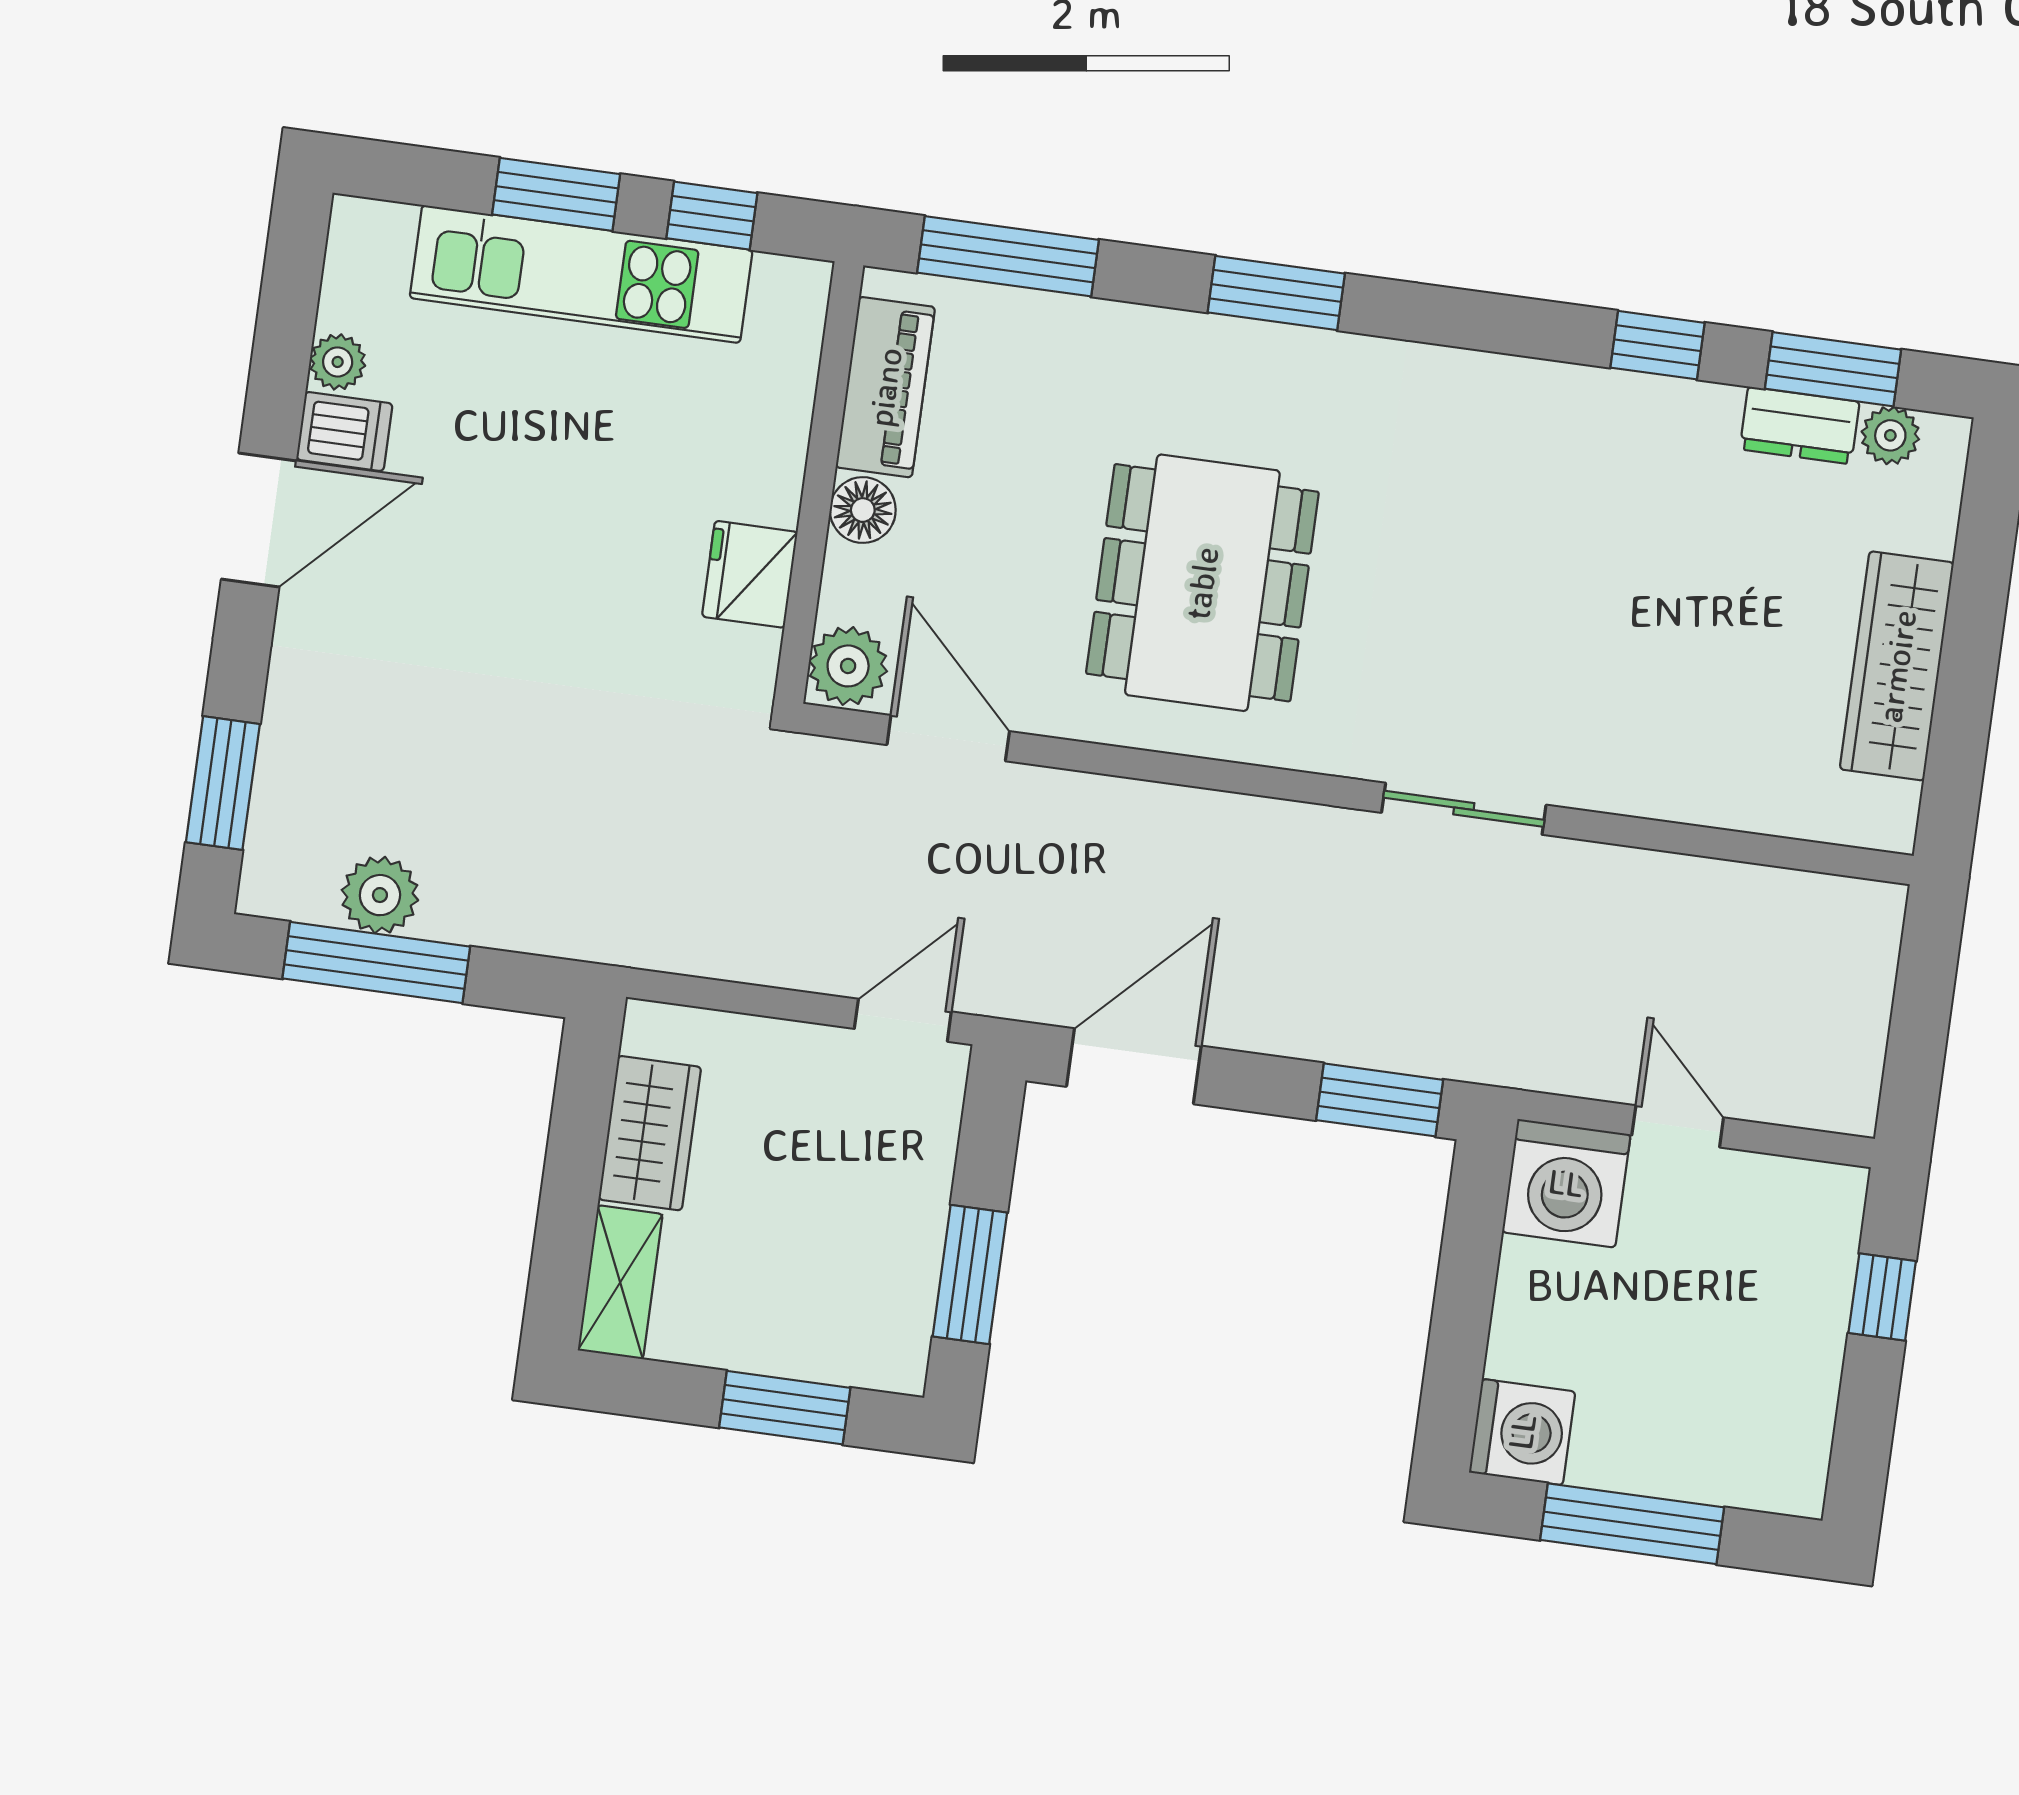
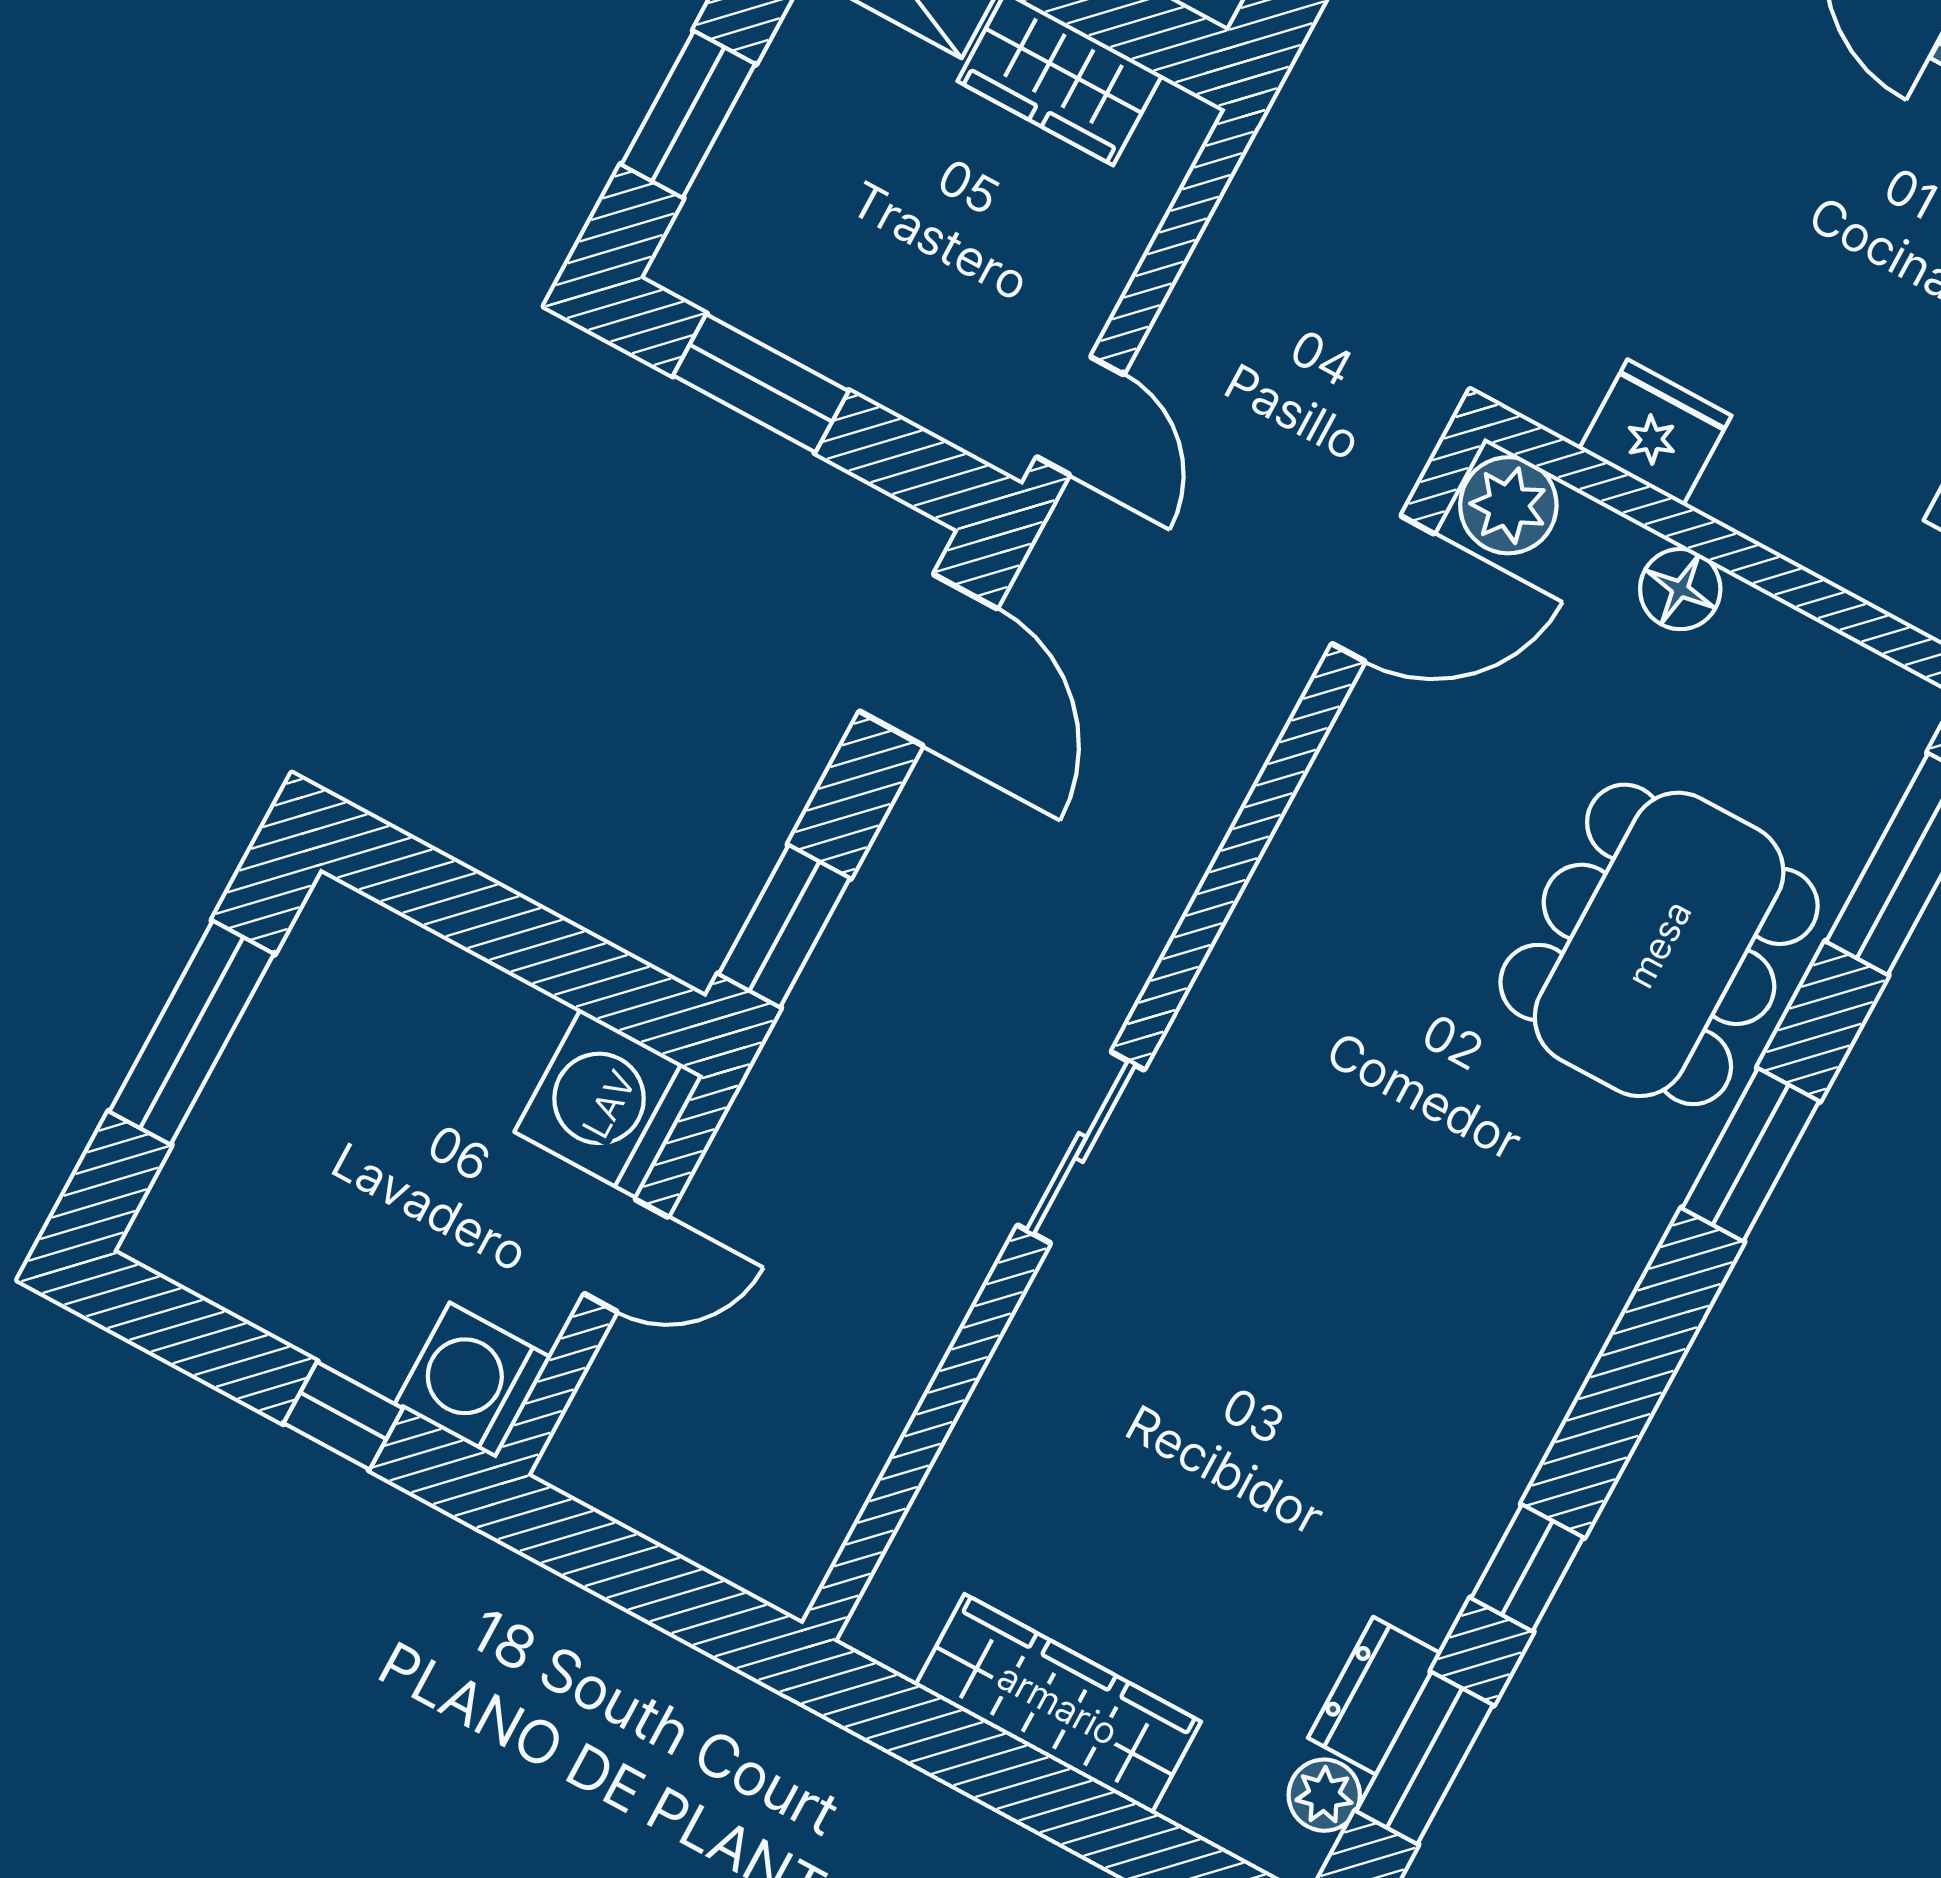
piano: (885, 387) -> (1811, 668), removed
dining table: (1202, 583) -> (1659, 944), moved, turned 90
washing machine: (1522, 1432) -> (473, 1381), moved, turned 90

